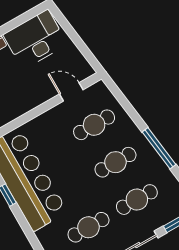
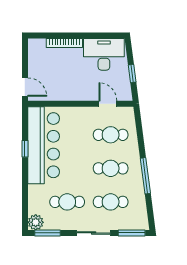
window: (79, 43) -> (132, 74), added

